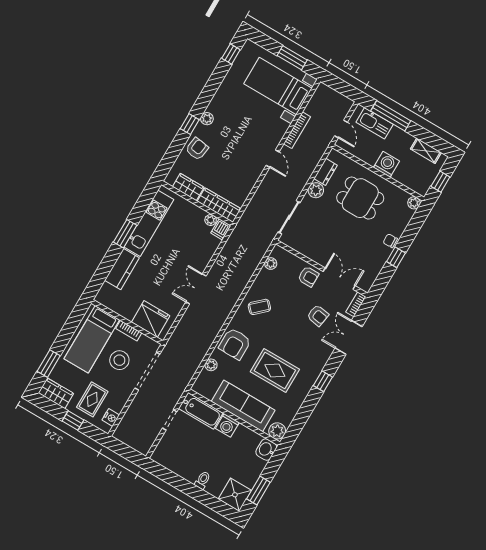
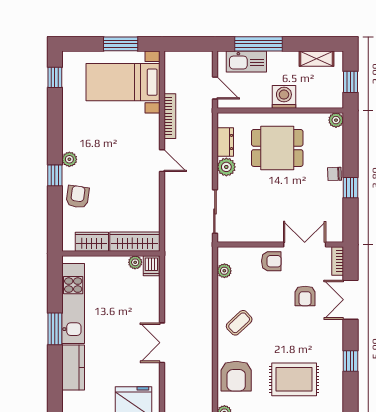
armchair: (318, 316) -> (305, 296), turned 81

